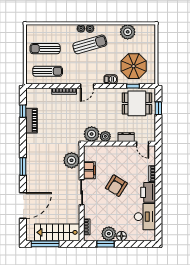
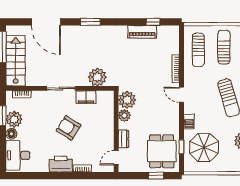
desk: (145, 217) -> (18, 155), moved, turned 90

